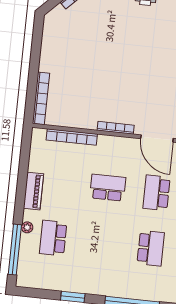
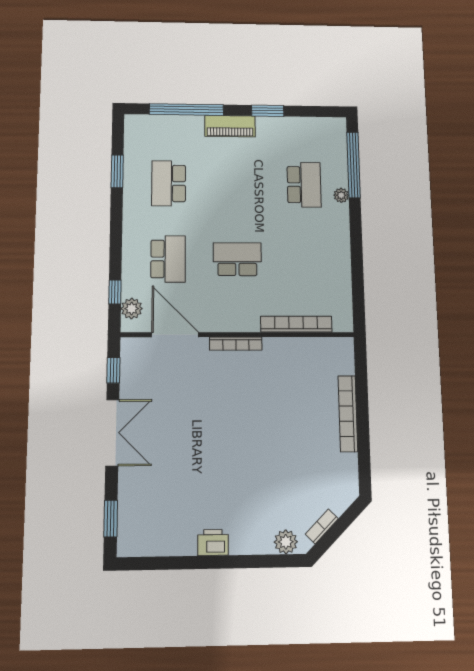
bookcase: (41, 98) -> (348, 414), moved
school desk: (108, 188) -> (237, 259), turned 180
piano: (34, 191) -> (230, 126), moved, turned -90

